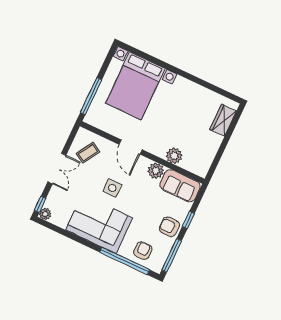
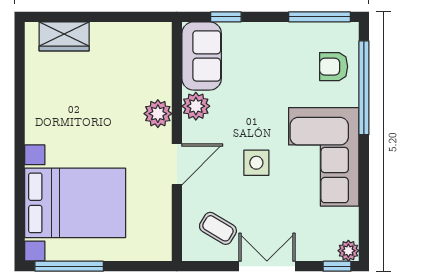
window: (91, 96) -> (69, 266), moved
plant: (174, 156) -> (158, 114), moved
window: (188, 220) -> (226, 17), moved
armchair: (169, 227) -> (275, 42), removed

